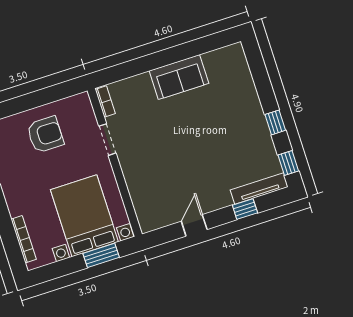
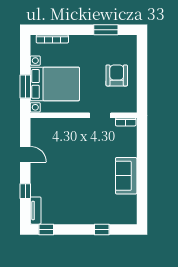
window: (275, 122) -> (102, 229), moved
armchair: (45, 135) -> (117, 75), turned 180
tv unit: (259, 189) -> (36, 211), width x0.71

